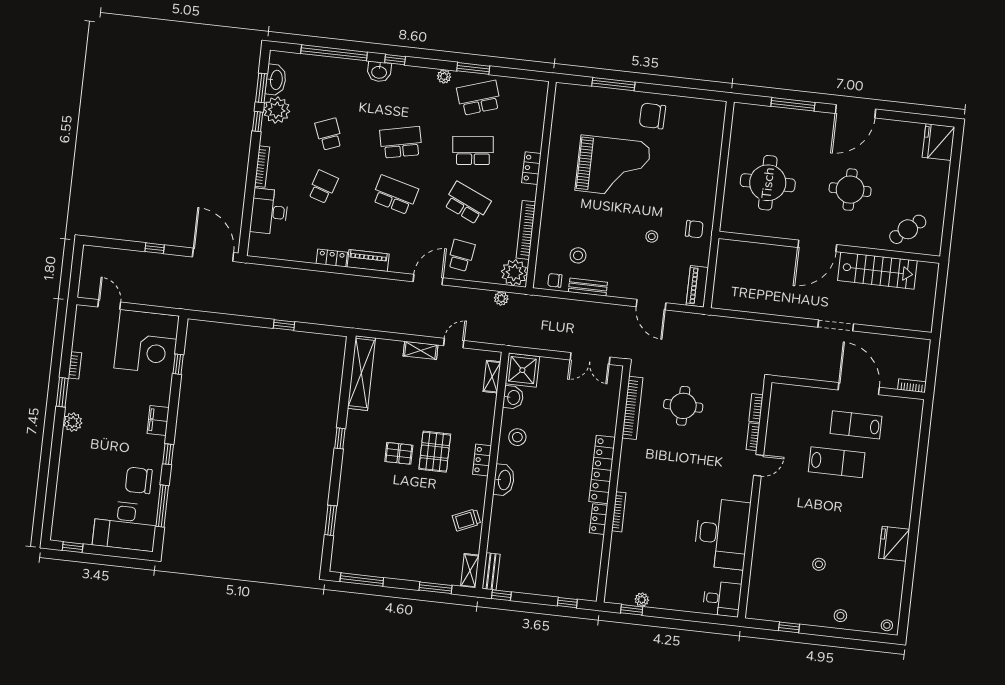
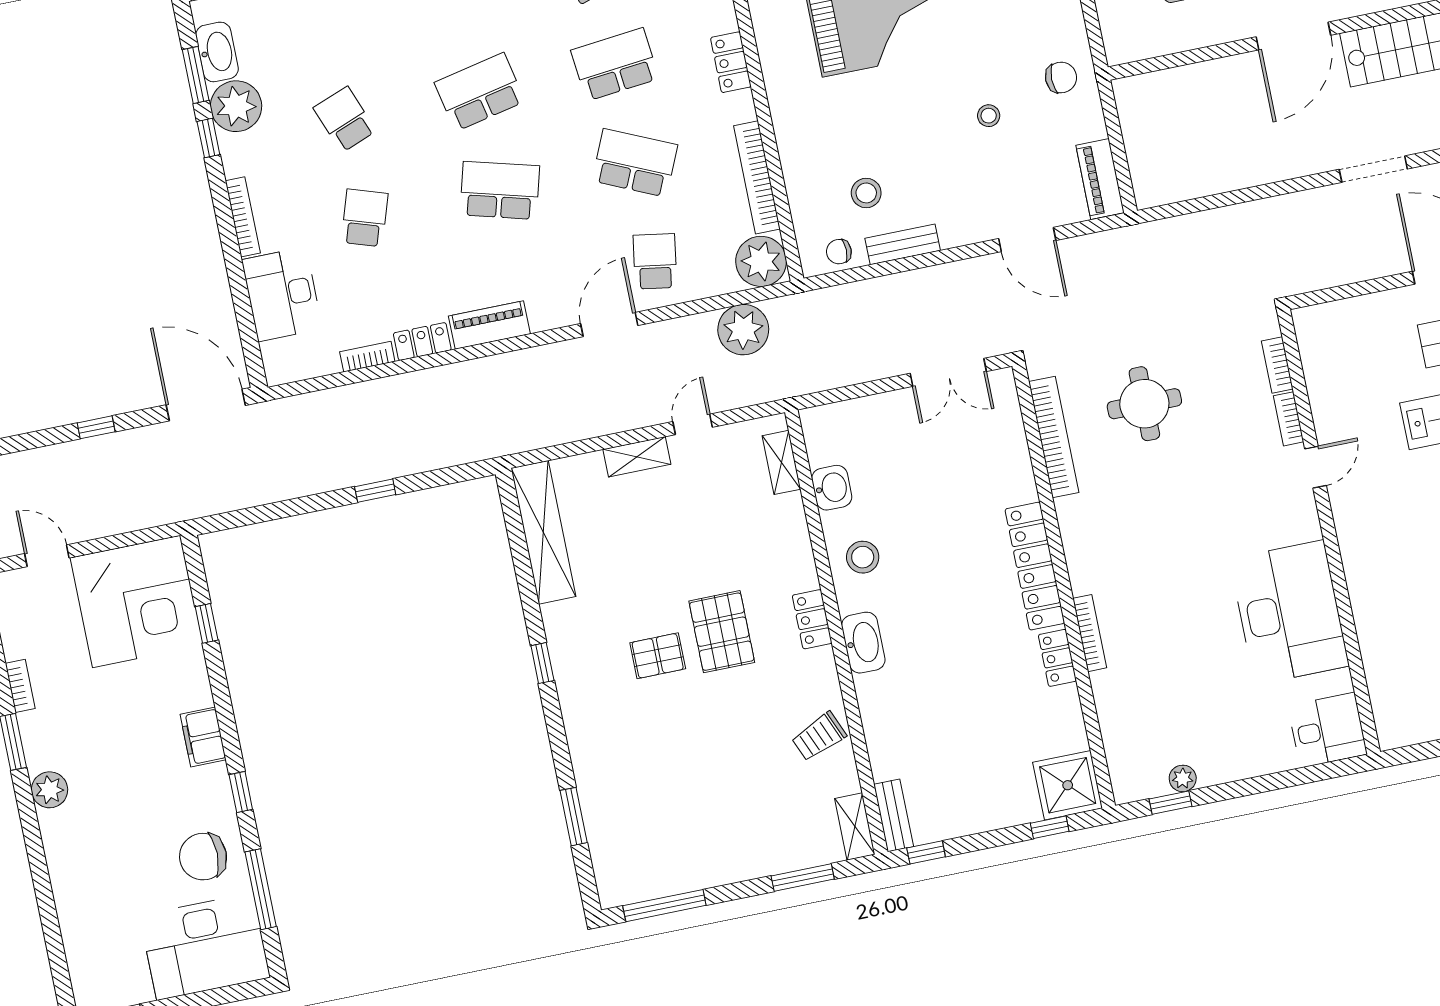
bookcase: (302, 257) -> (367, 357), added
plant: (501, 298) -> (743, 330), width x1.88, depth x1.88
shower: (522, 370) -> (1068, 785), moved

